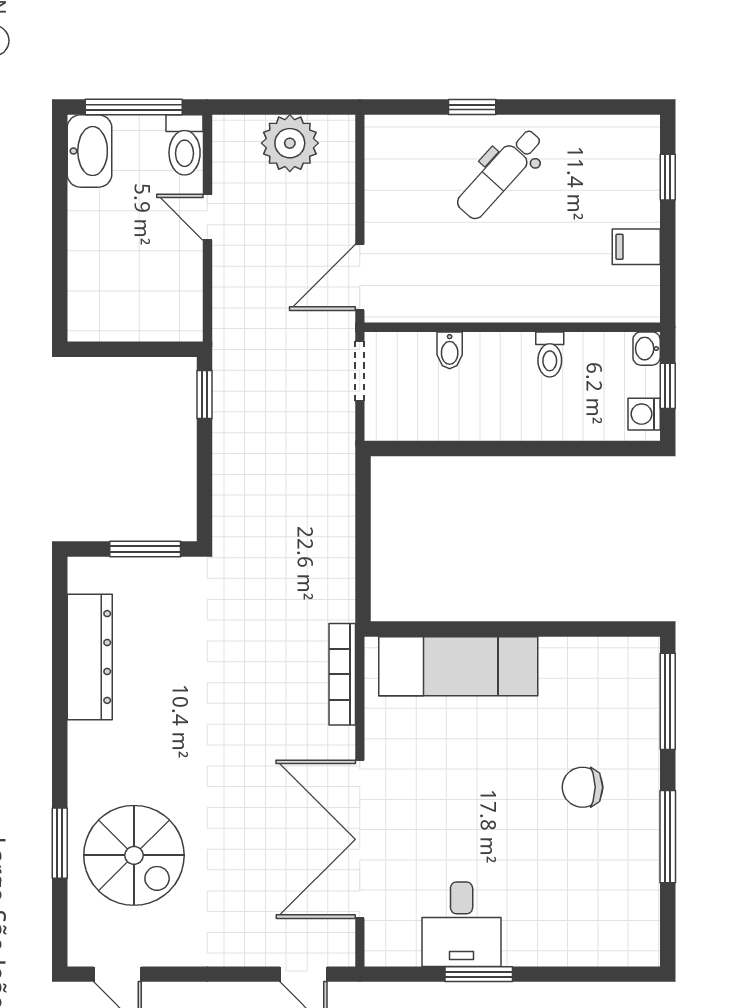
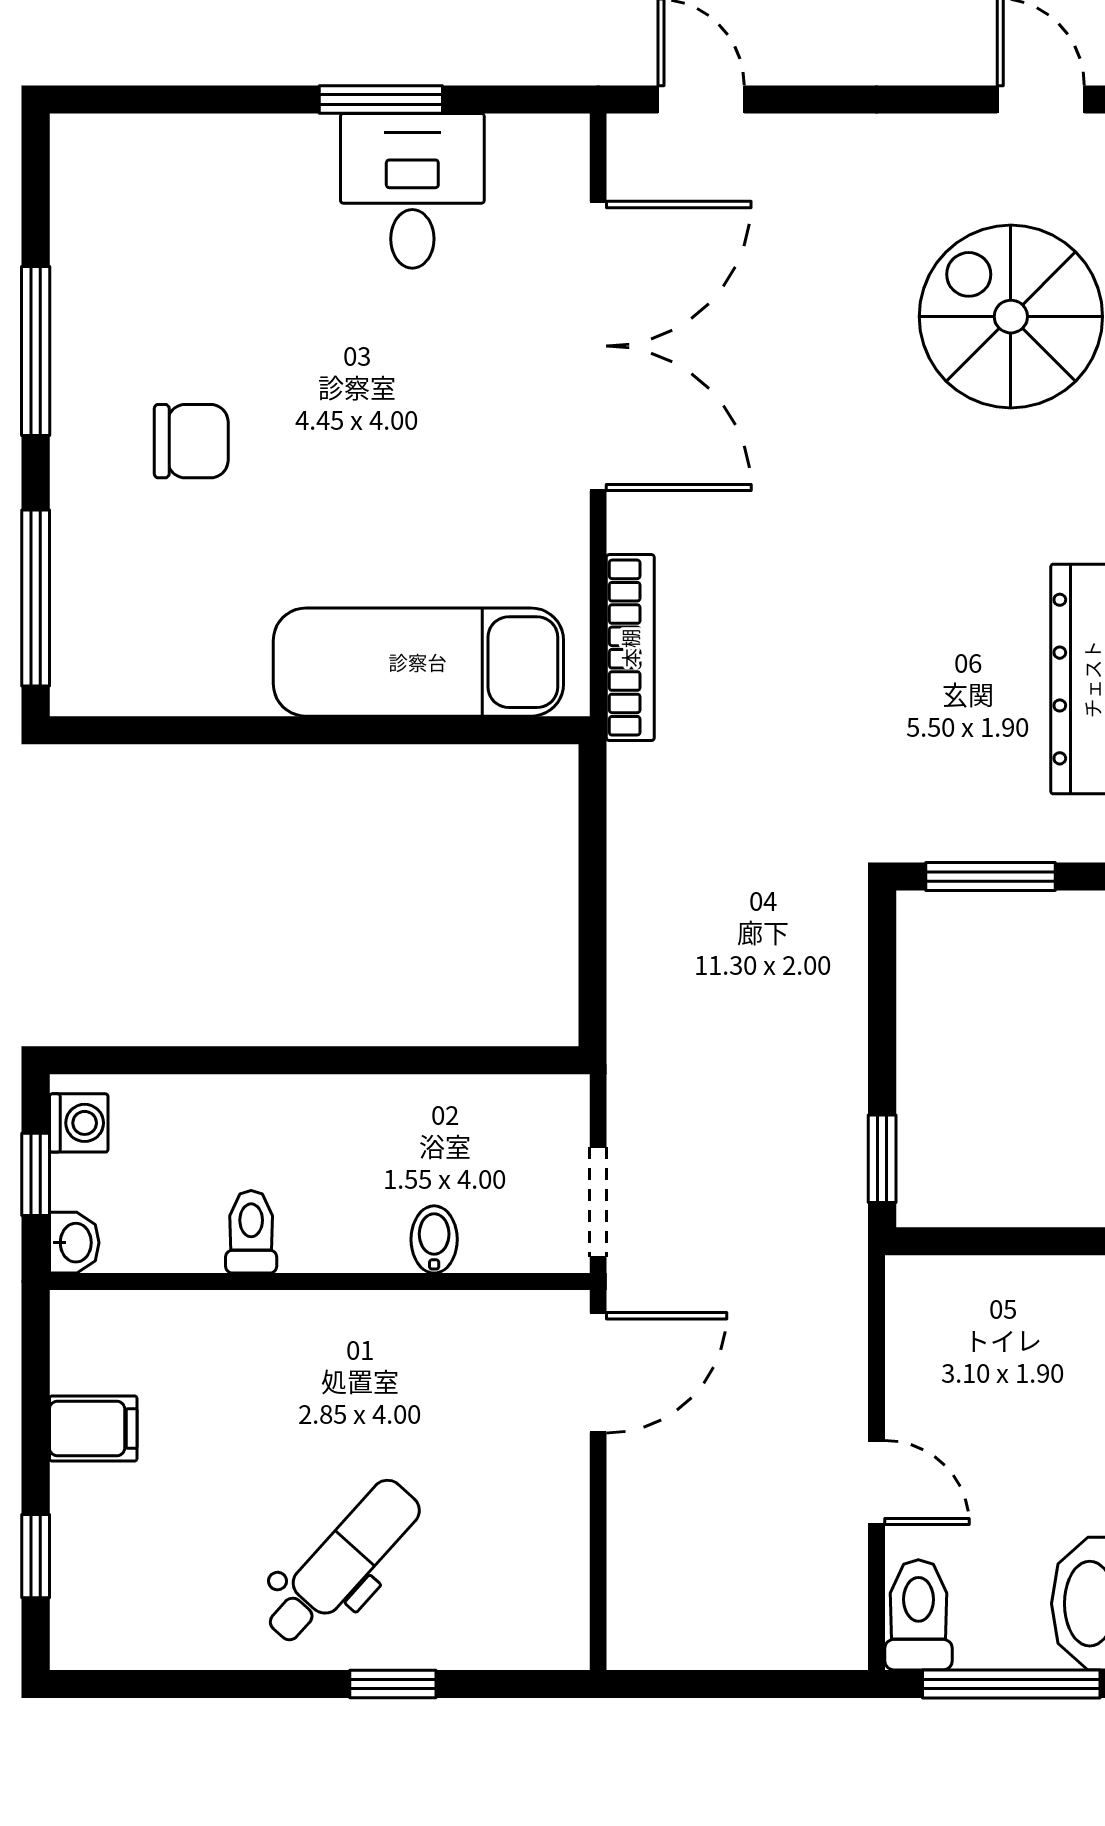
plant: (290, 143) -> (726, 1618), removed

